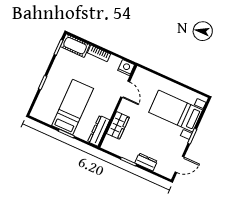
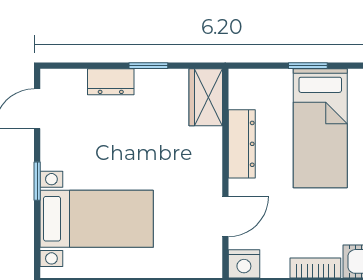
door: (125, 89) -> (225, 216), swing flipped
wardrobe: (118, 125) -> (206, 97), moved
dresser: (99, 131) -> (242, 144), moved

